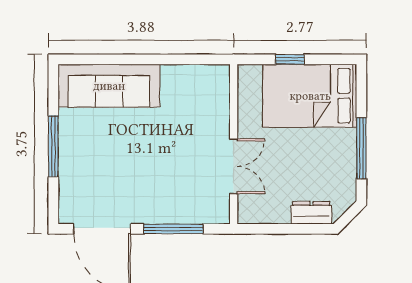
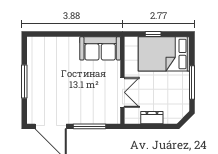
sofa: (109, 86) -> (100, 48), moved, width x0.73
dresser: (311, 213) -> (152, 118), moved

